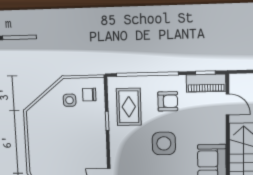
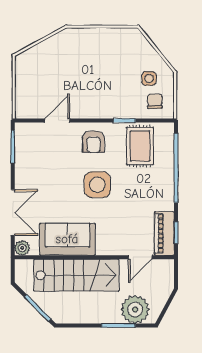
armchair: (168, 101) -> (94, 142), moved
rug: (129, 107) -> (140, 146), turned 90

